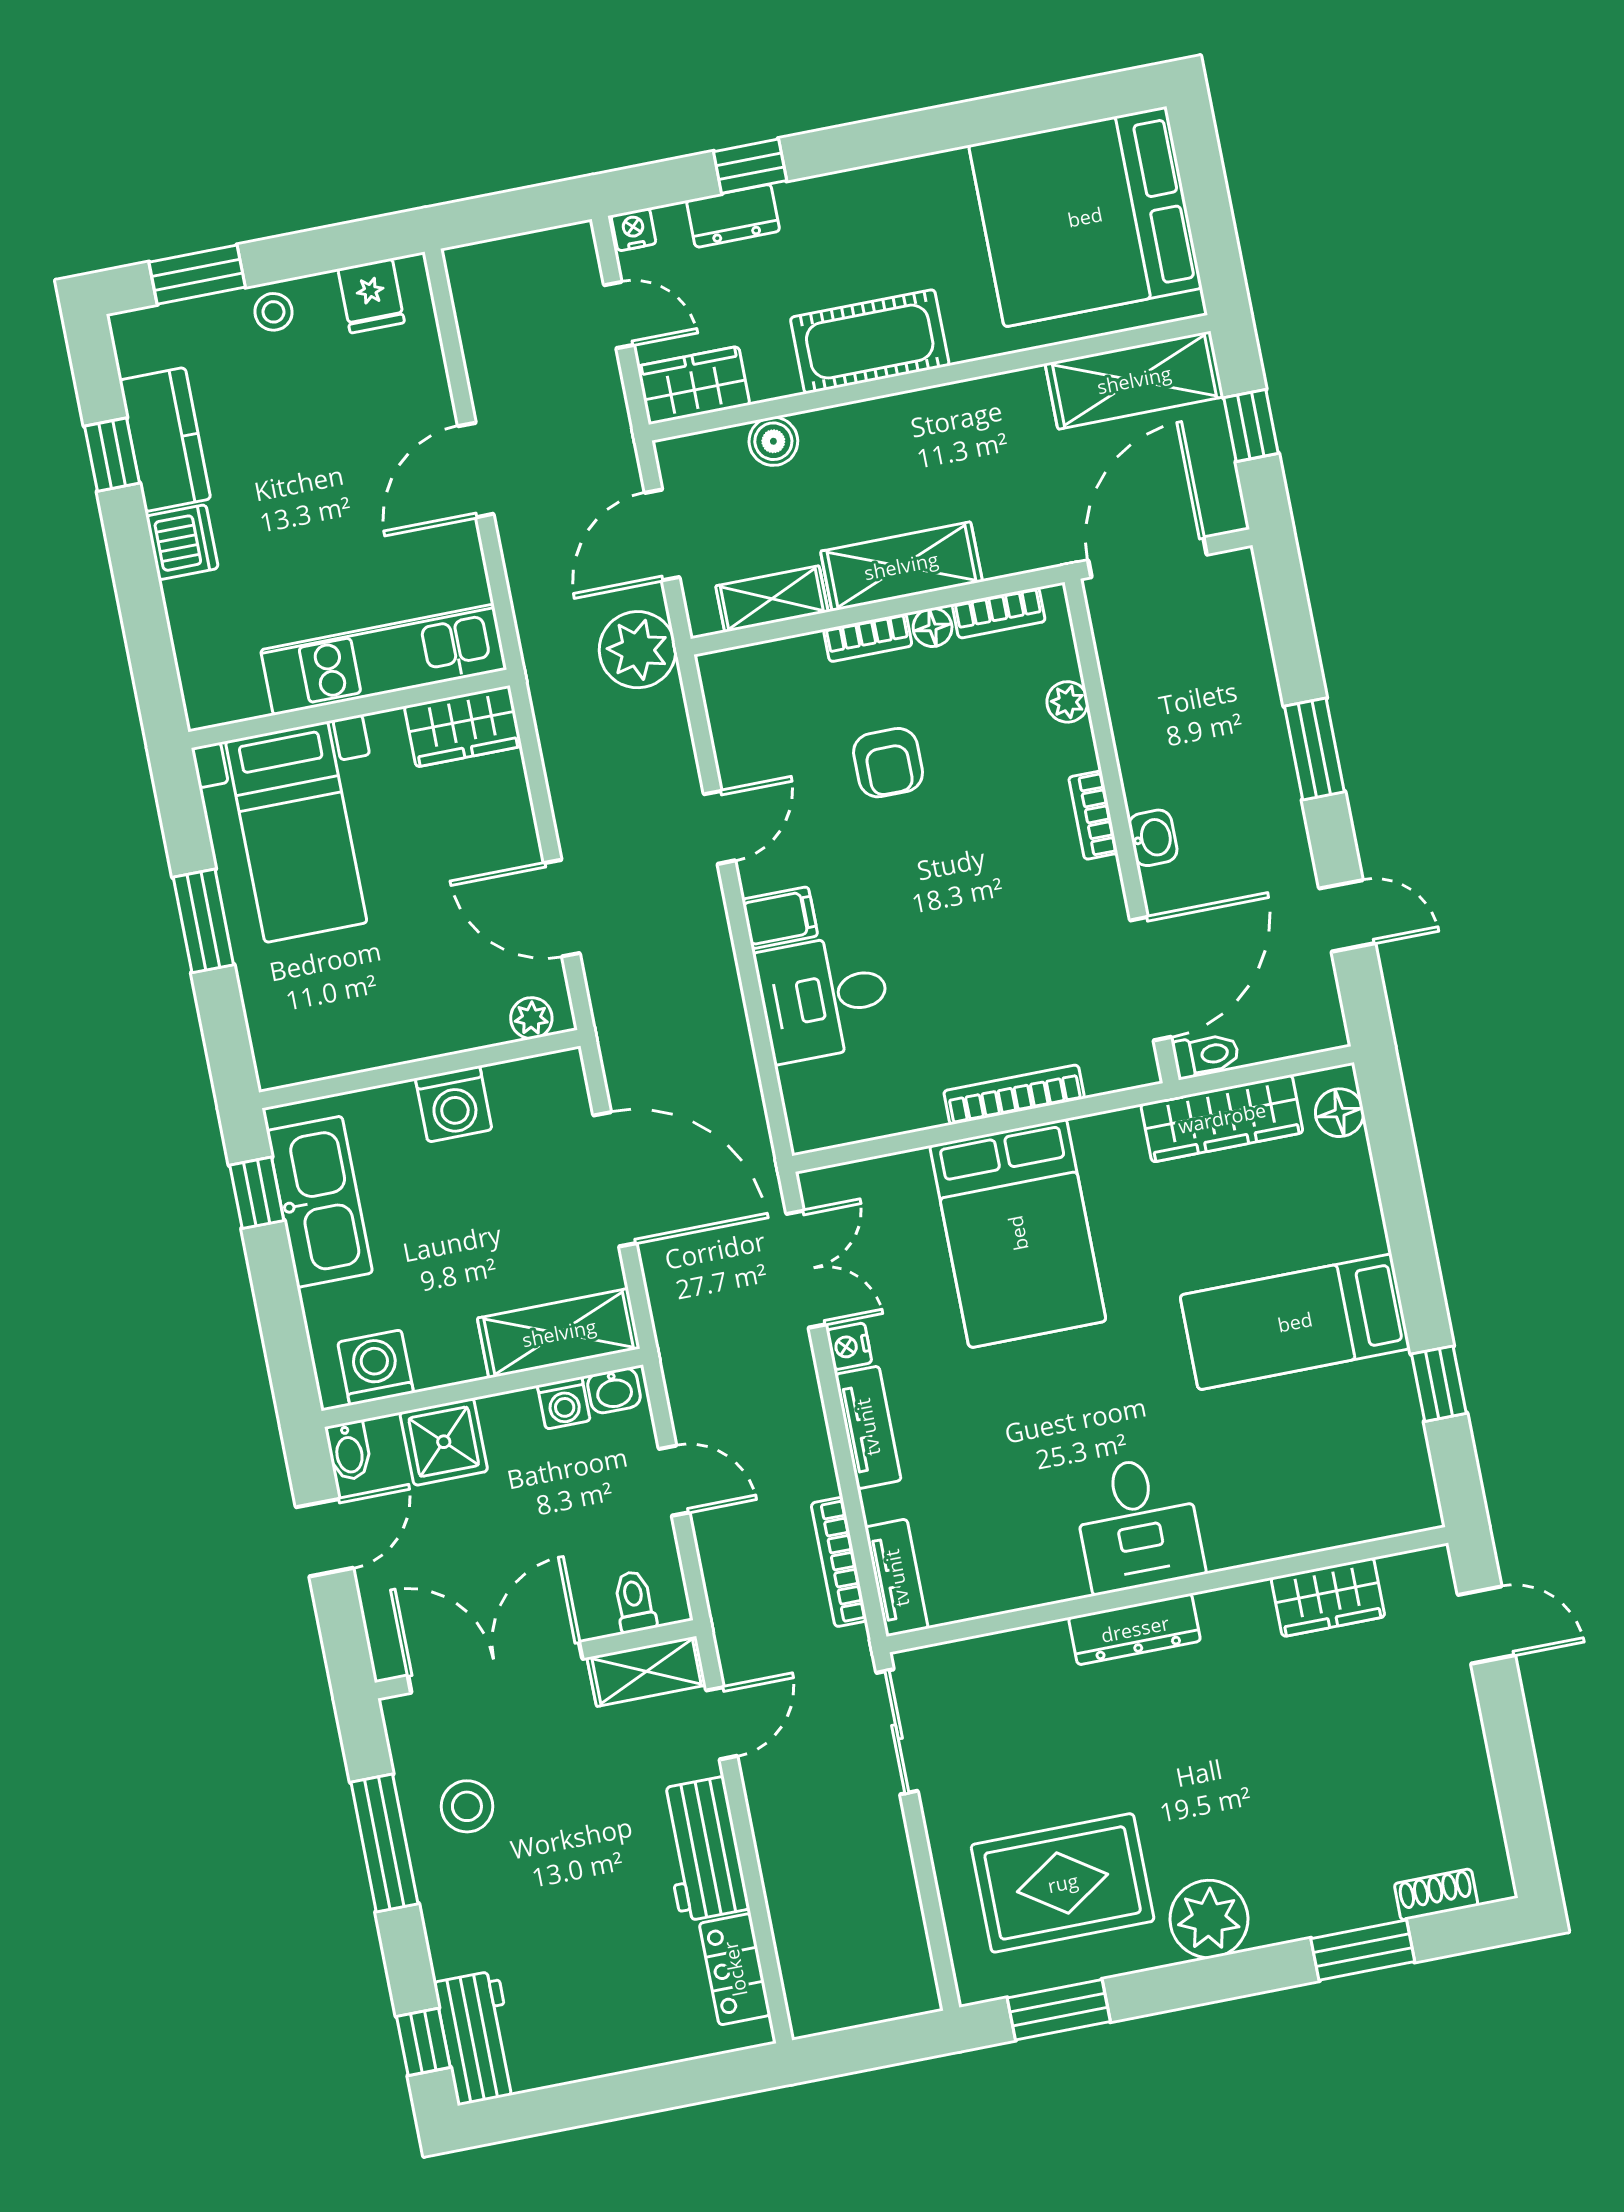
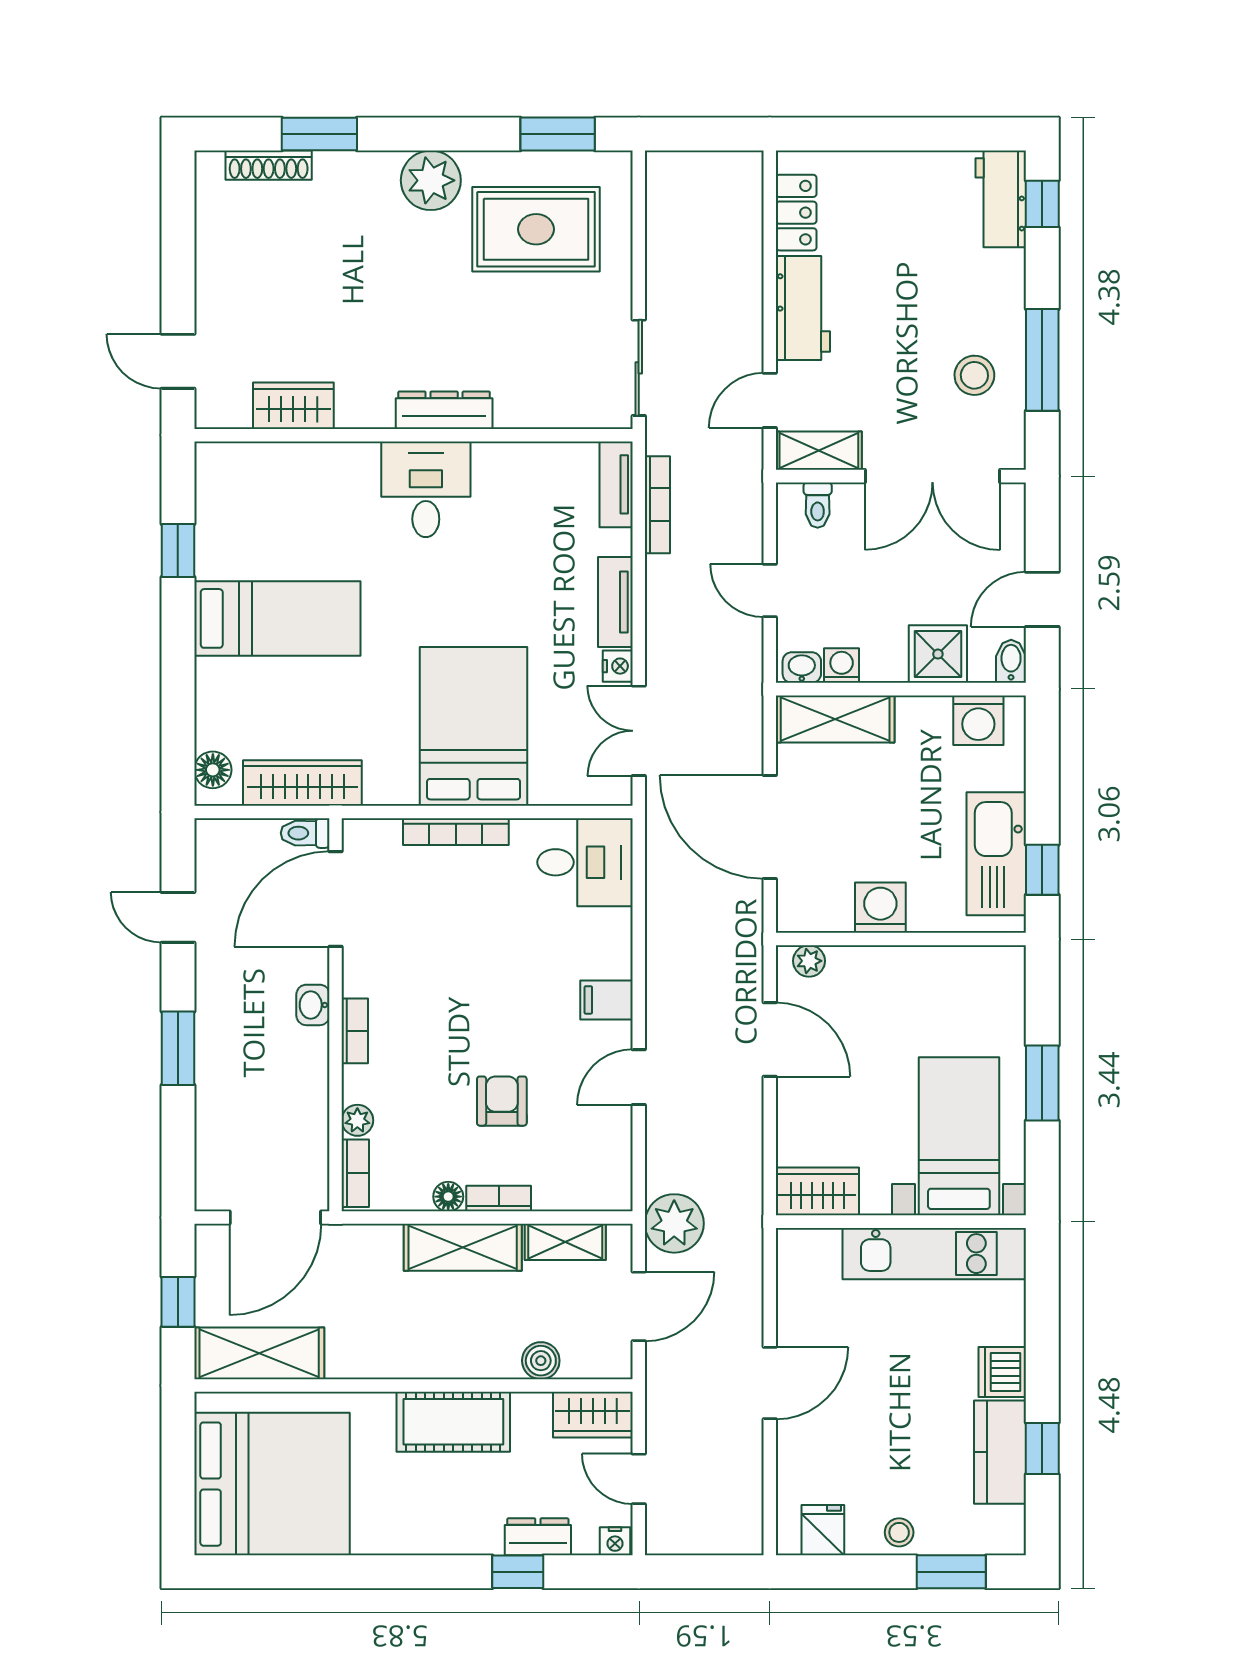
bookcase: (999, 613) -> (355, 1173), moved, turned 90
kitchen unit: (384, 660) -> (934, 1254), moved
desk: (824, 998) -> (585, 862), moved
shoe rack: (1436, 1895) -> (269, 165), width x1.43

